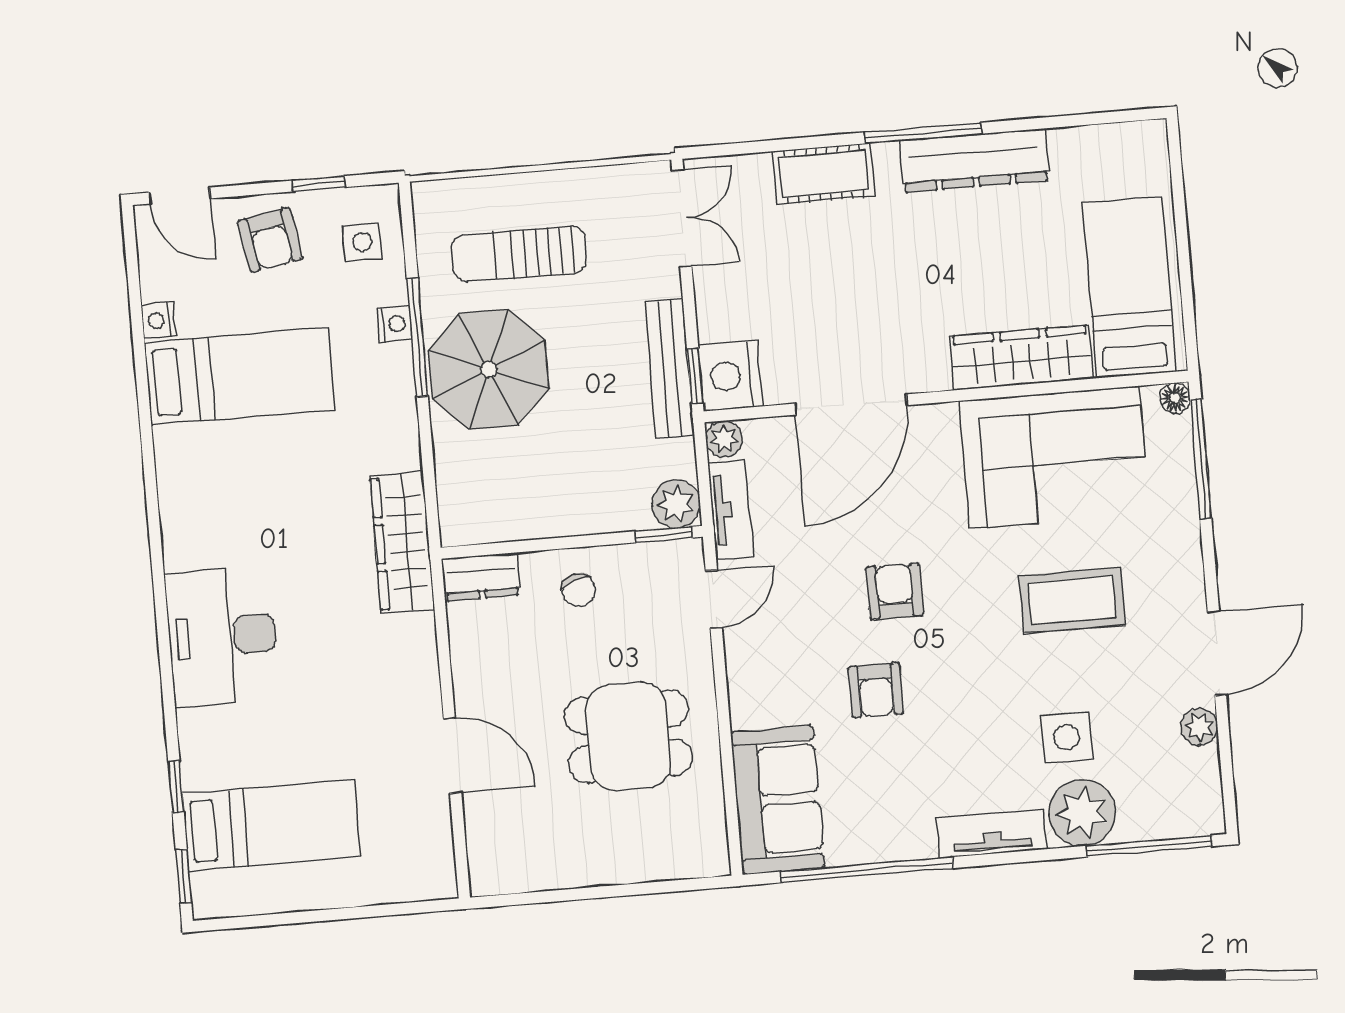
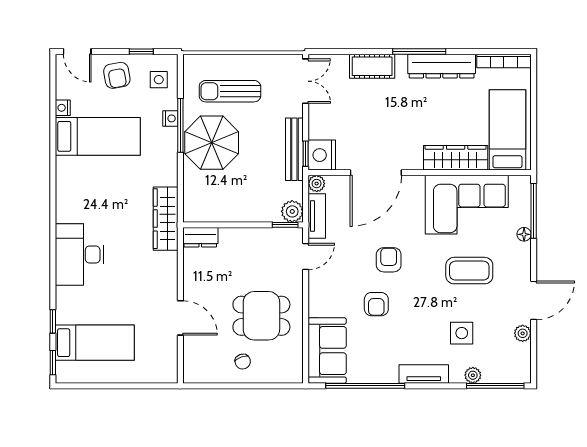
bookcase: (1109, 138) -> (504, 61), added
floor lamp: (1175, 398) -> (524, 234), moved
chair: (579, 590) -> (243, 362), moved
plant: (1082, 813) -> (473, 375), width x0.53, depth x0.53

